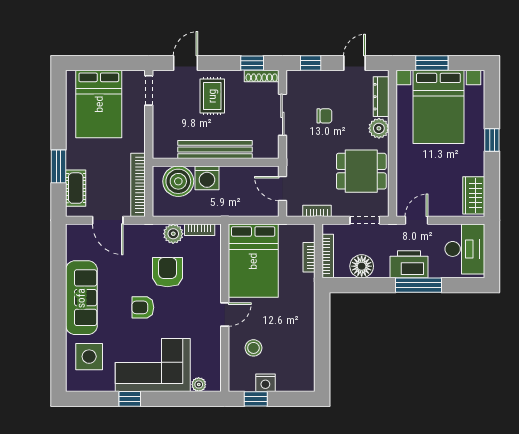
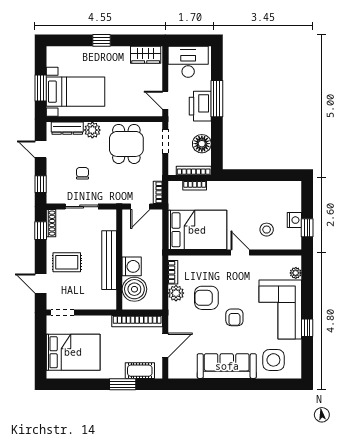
bed with nightstands: (438, 107) -> (75, 92), width x0.73
bookcase: (317, 211) -> (158, 192), moved

